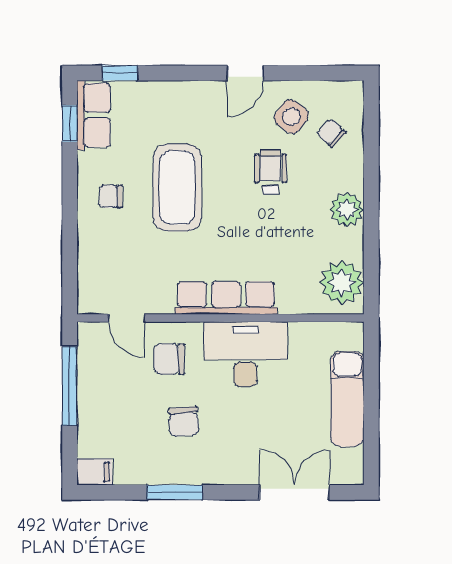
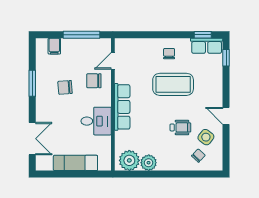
plant: (347, 210) -> (149, 163), moved
desk: (245, 354) -> (96, 121), width x0.73
chair: (169, 359) -> (94, 81), turned -90
filing cabinet: (94, 472) -> (54, 46), moved

